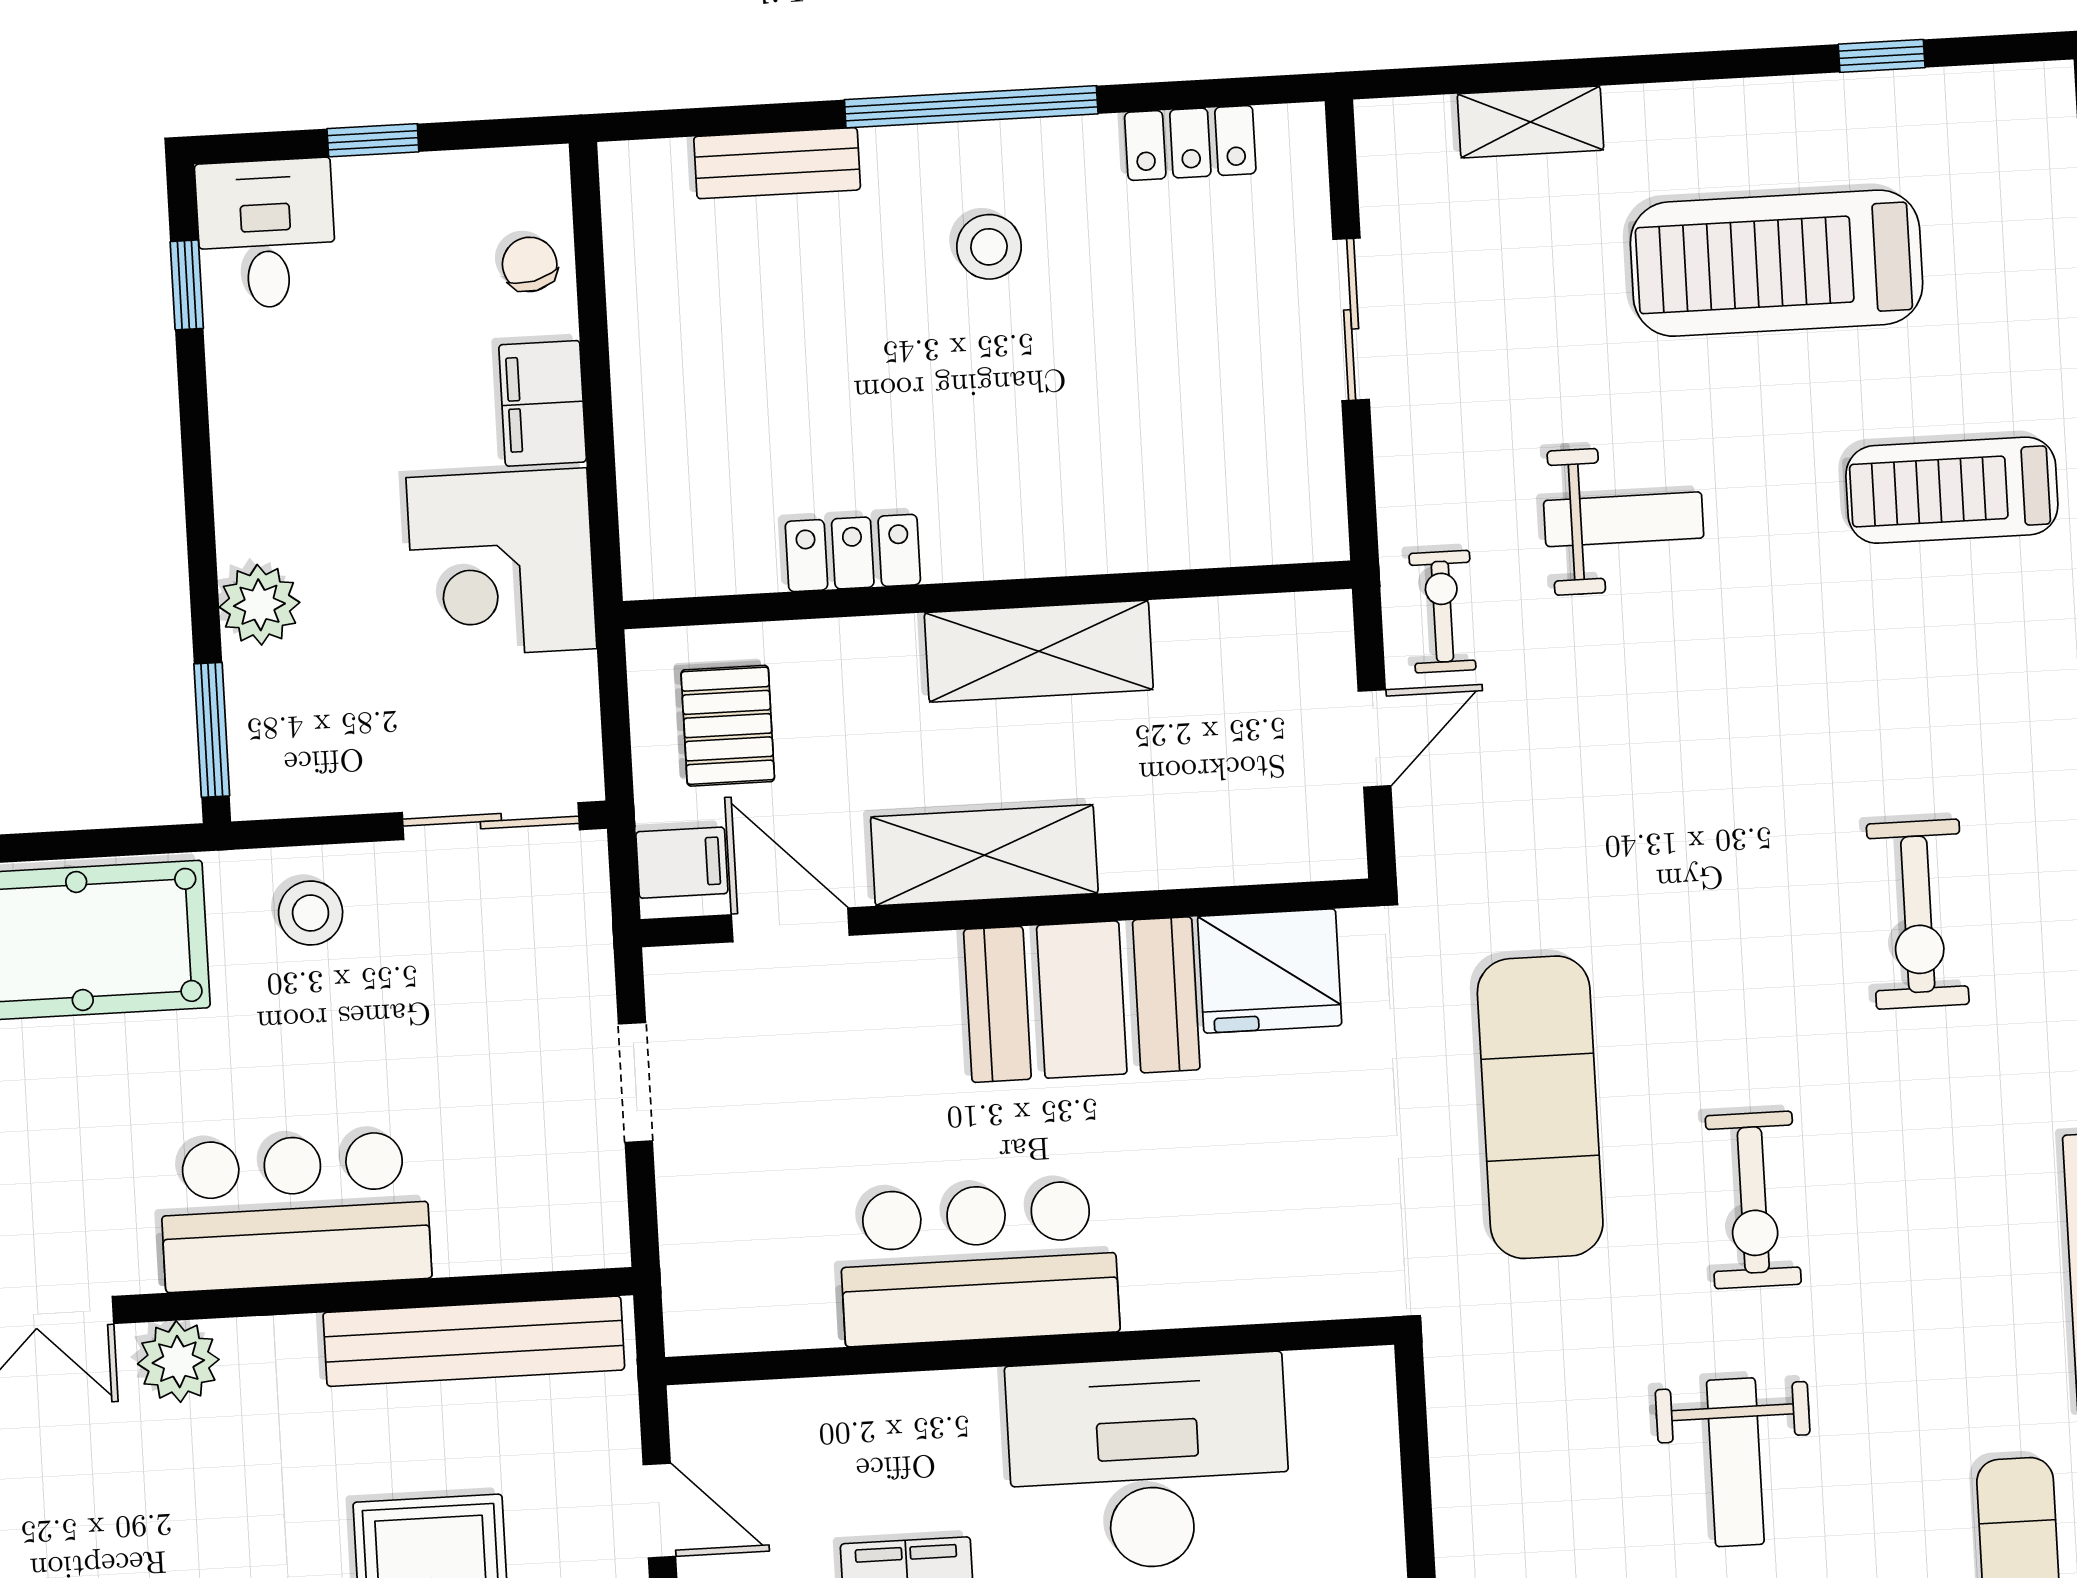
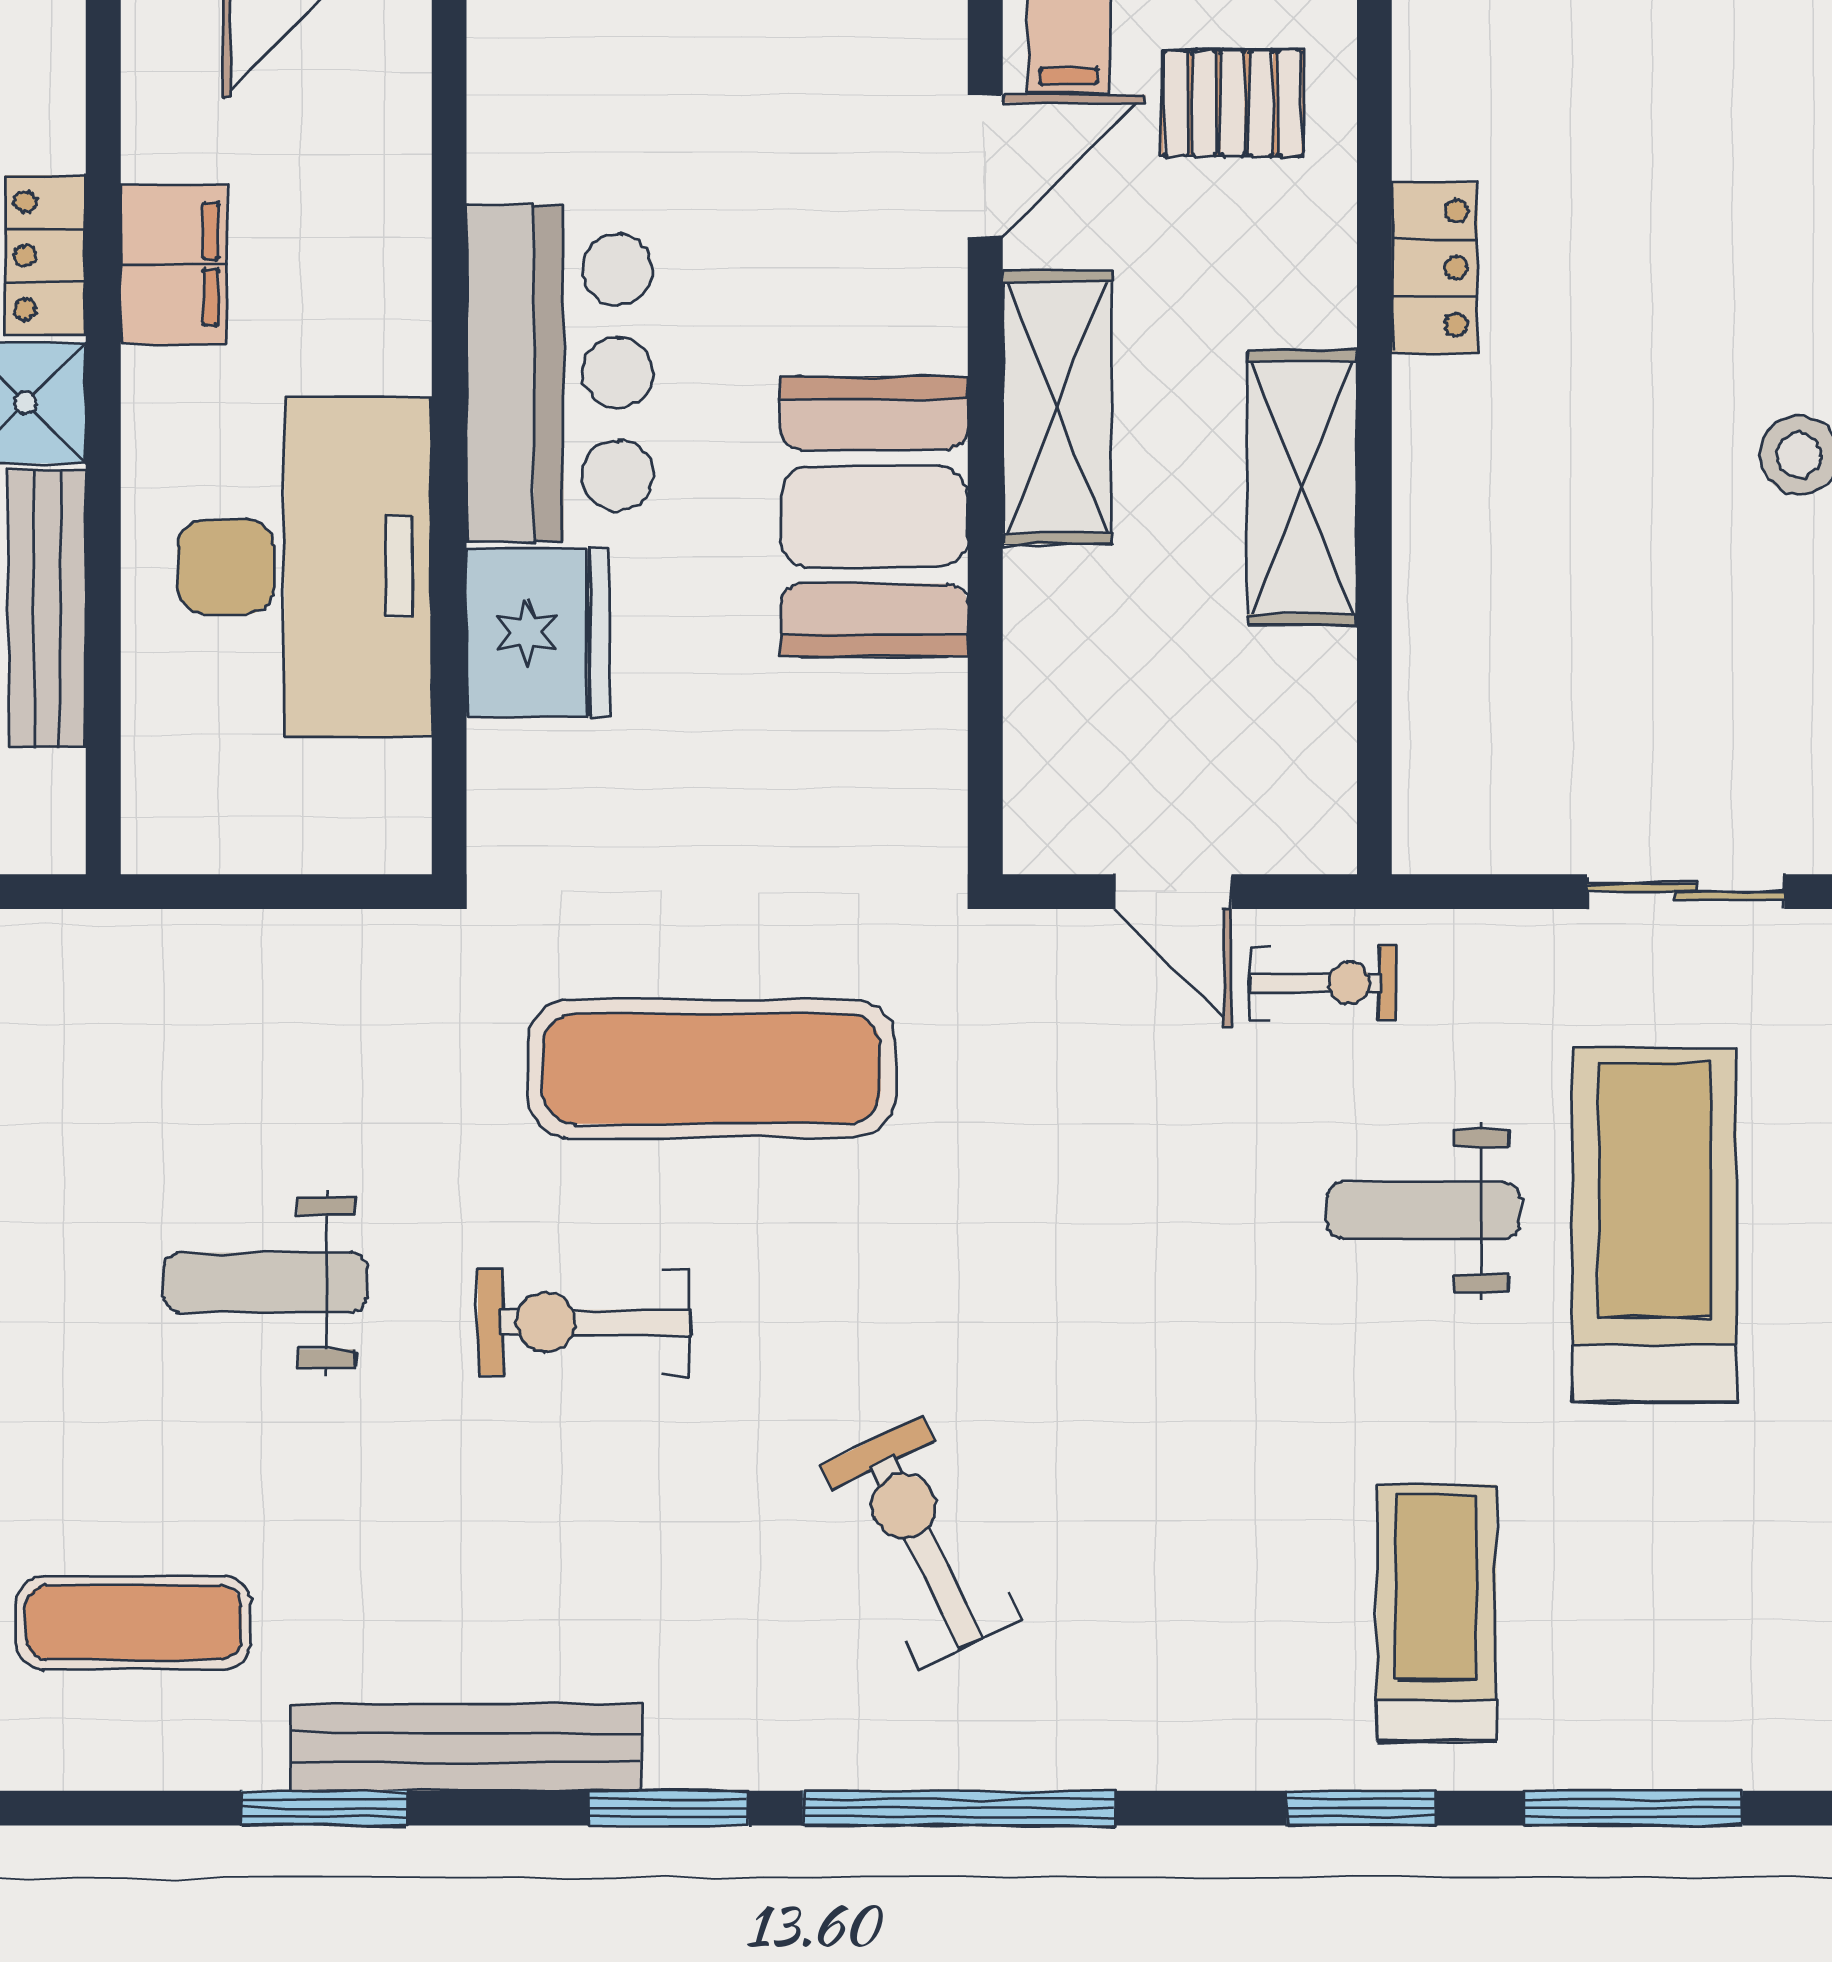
treadmill: (1776, 263) -> (1654, 1225), moved
weight bench: (1624, 519) -> (1423, 1211), turned 90
exercise bike: (1918, 914) -> (921, 1542), turned 64
fridge: (1270, 971) -> (538, 632), moved, turned 180

